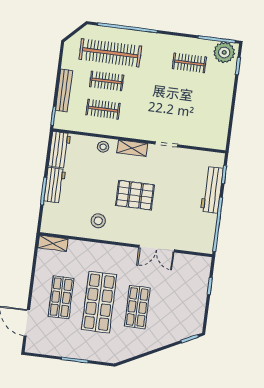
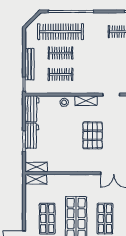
pallet: (135, 195) -> (93, 135), turned 90
stool: (98, 221) -> (68, 158), removed
shelving: (55, 227) -> (36, 167), added

